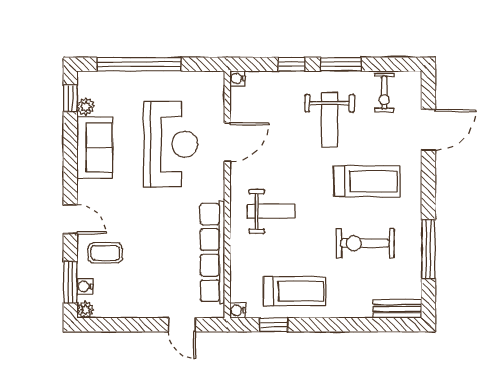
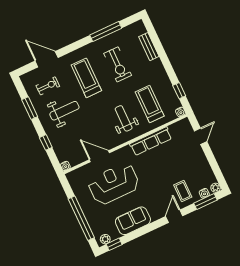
window: (341, 64) -> (30, 108), moved
exercise bike: (384, 93) -> (48, 86), moved
plant: (86, 107) -> (105, 239), moved
row of seats: (212, 252) -> (151, 141), width x0.73
treadmill: (295, 291) -> (150, 104), moved
bench: (397, 309) -> (149, 47), moved

